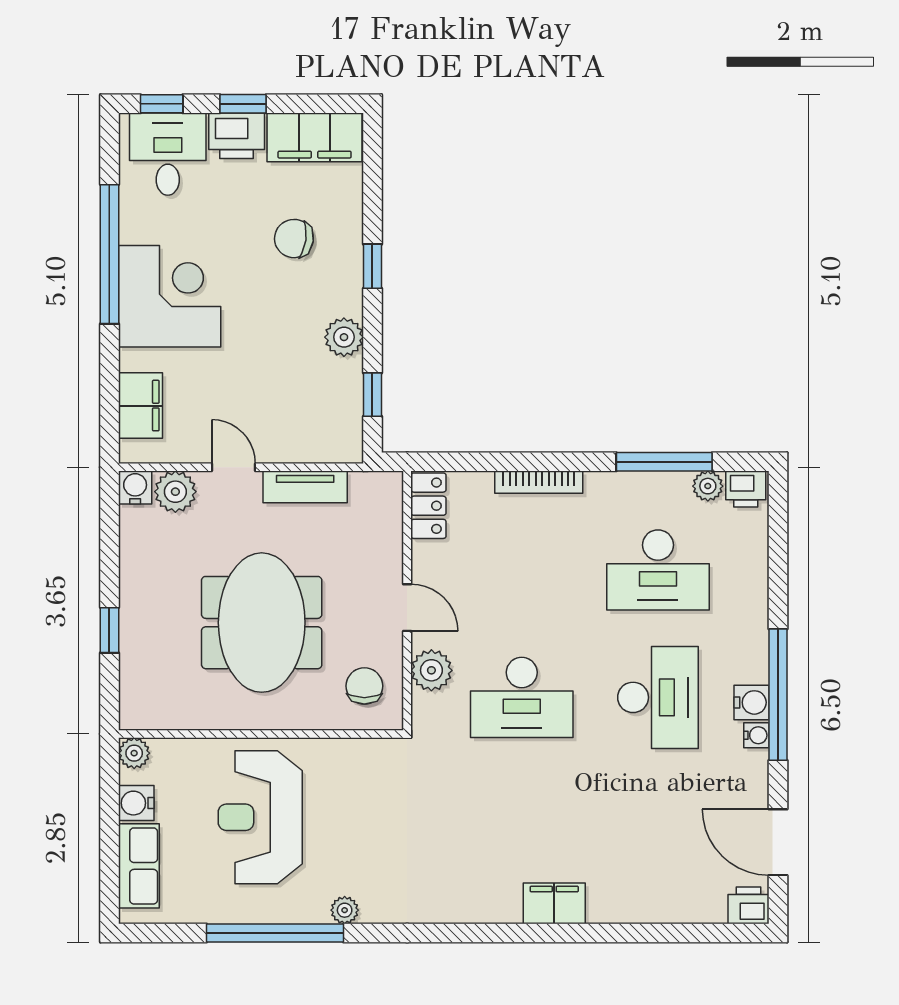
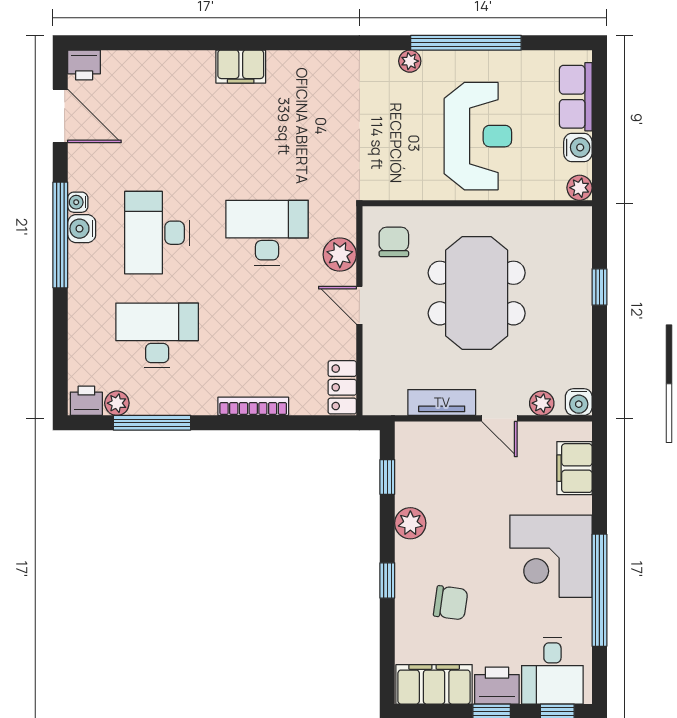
plant: (175, 492) -> (542, 403), width x0.73, depth x0.73
chair: (364, 686) -> (394, 242), turned 180

